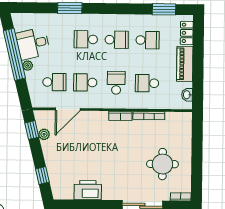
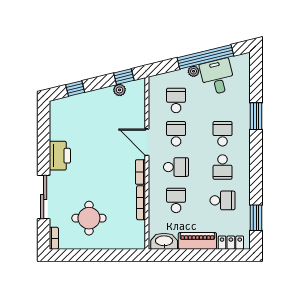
school desk: (148, 40) -> (223, 200), turned -90
school desk: (54, 82) -> (176, 100), turned 180
washbasin: (187, 95) -> (164, 241), width x1.91, depth x1.45
door: (68, 109) -> (147, 142), moved
printer: (88, 190) -> (60, 156), moved

